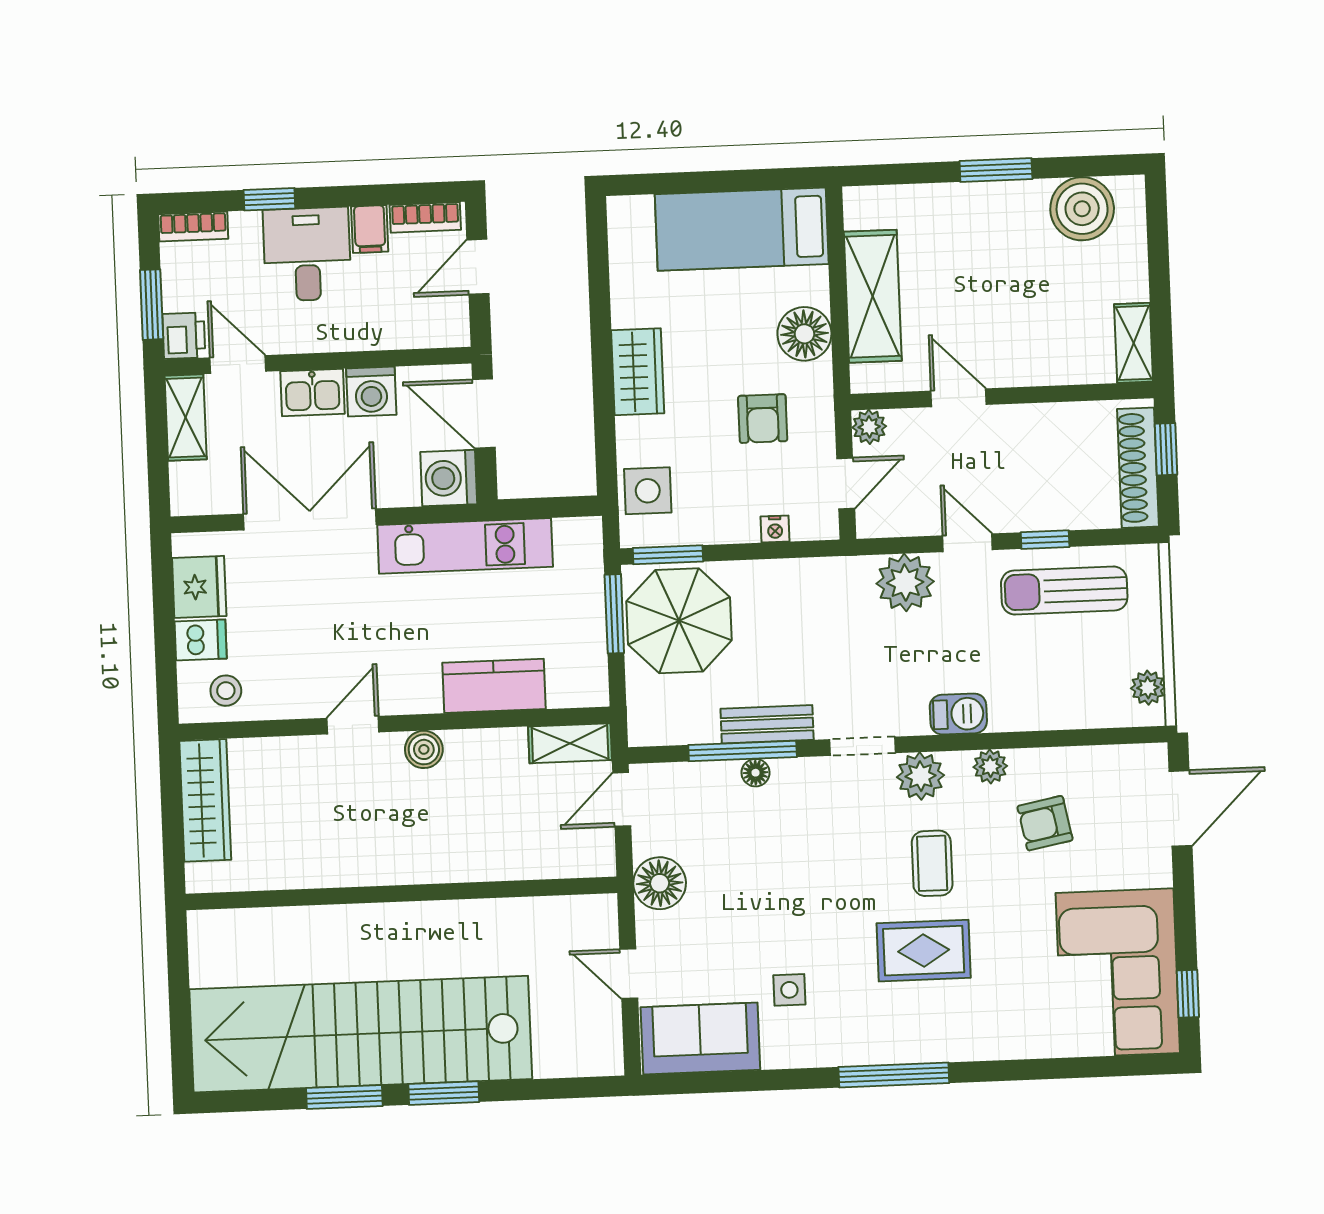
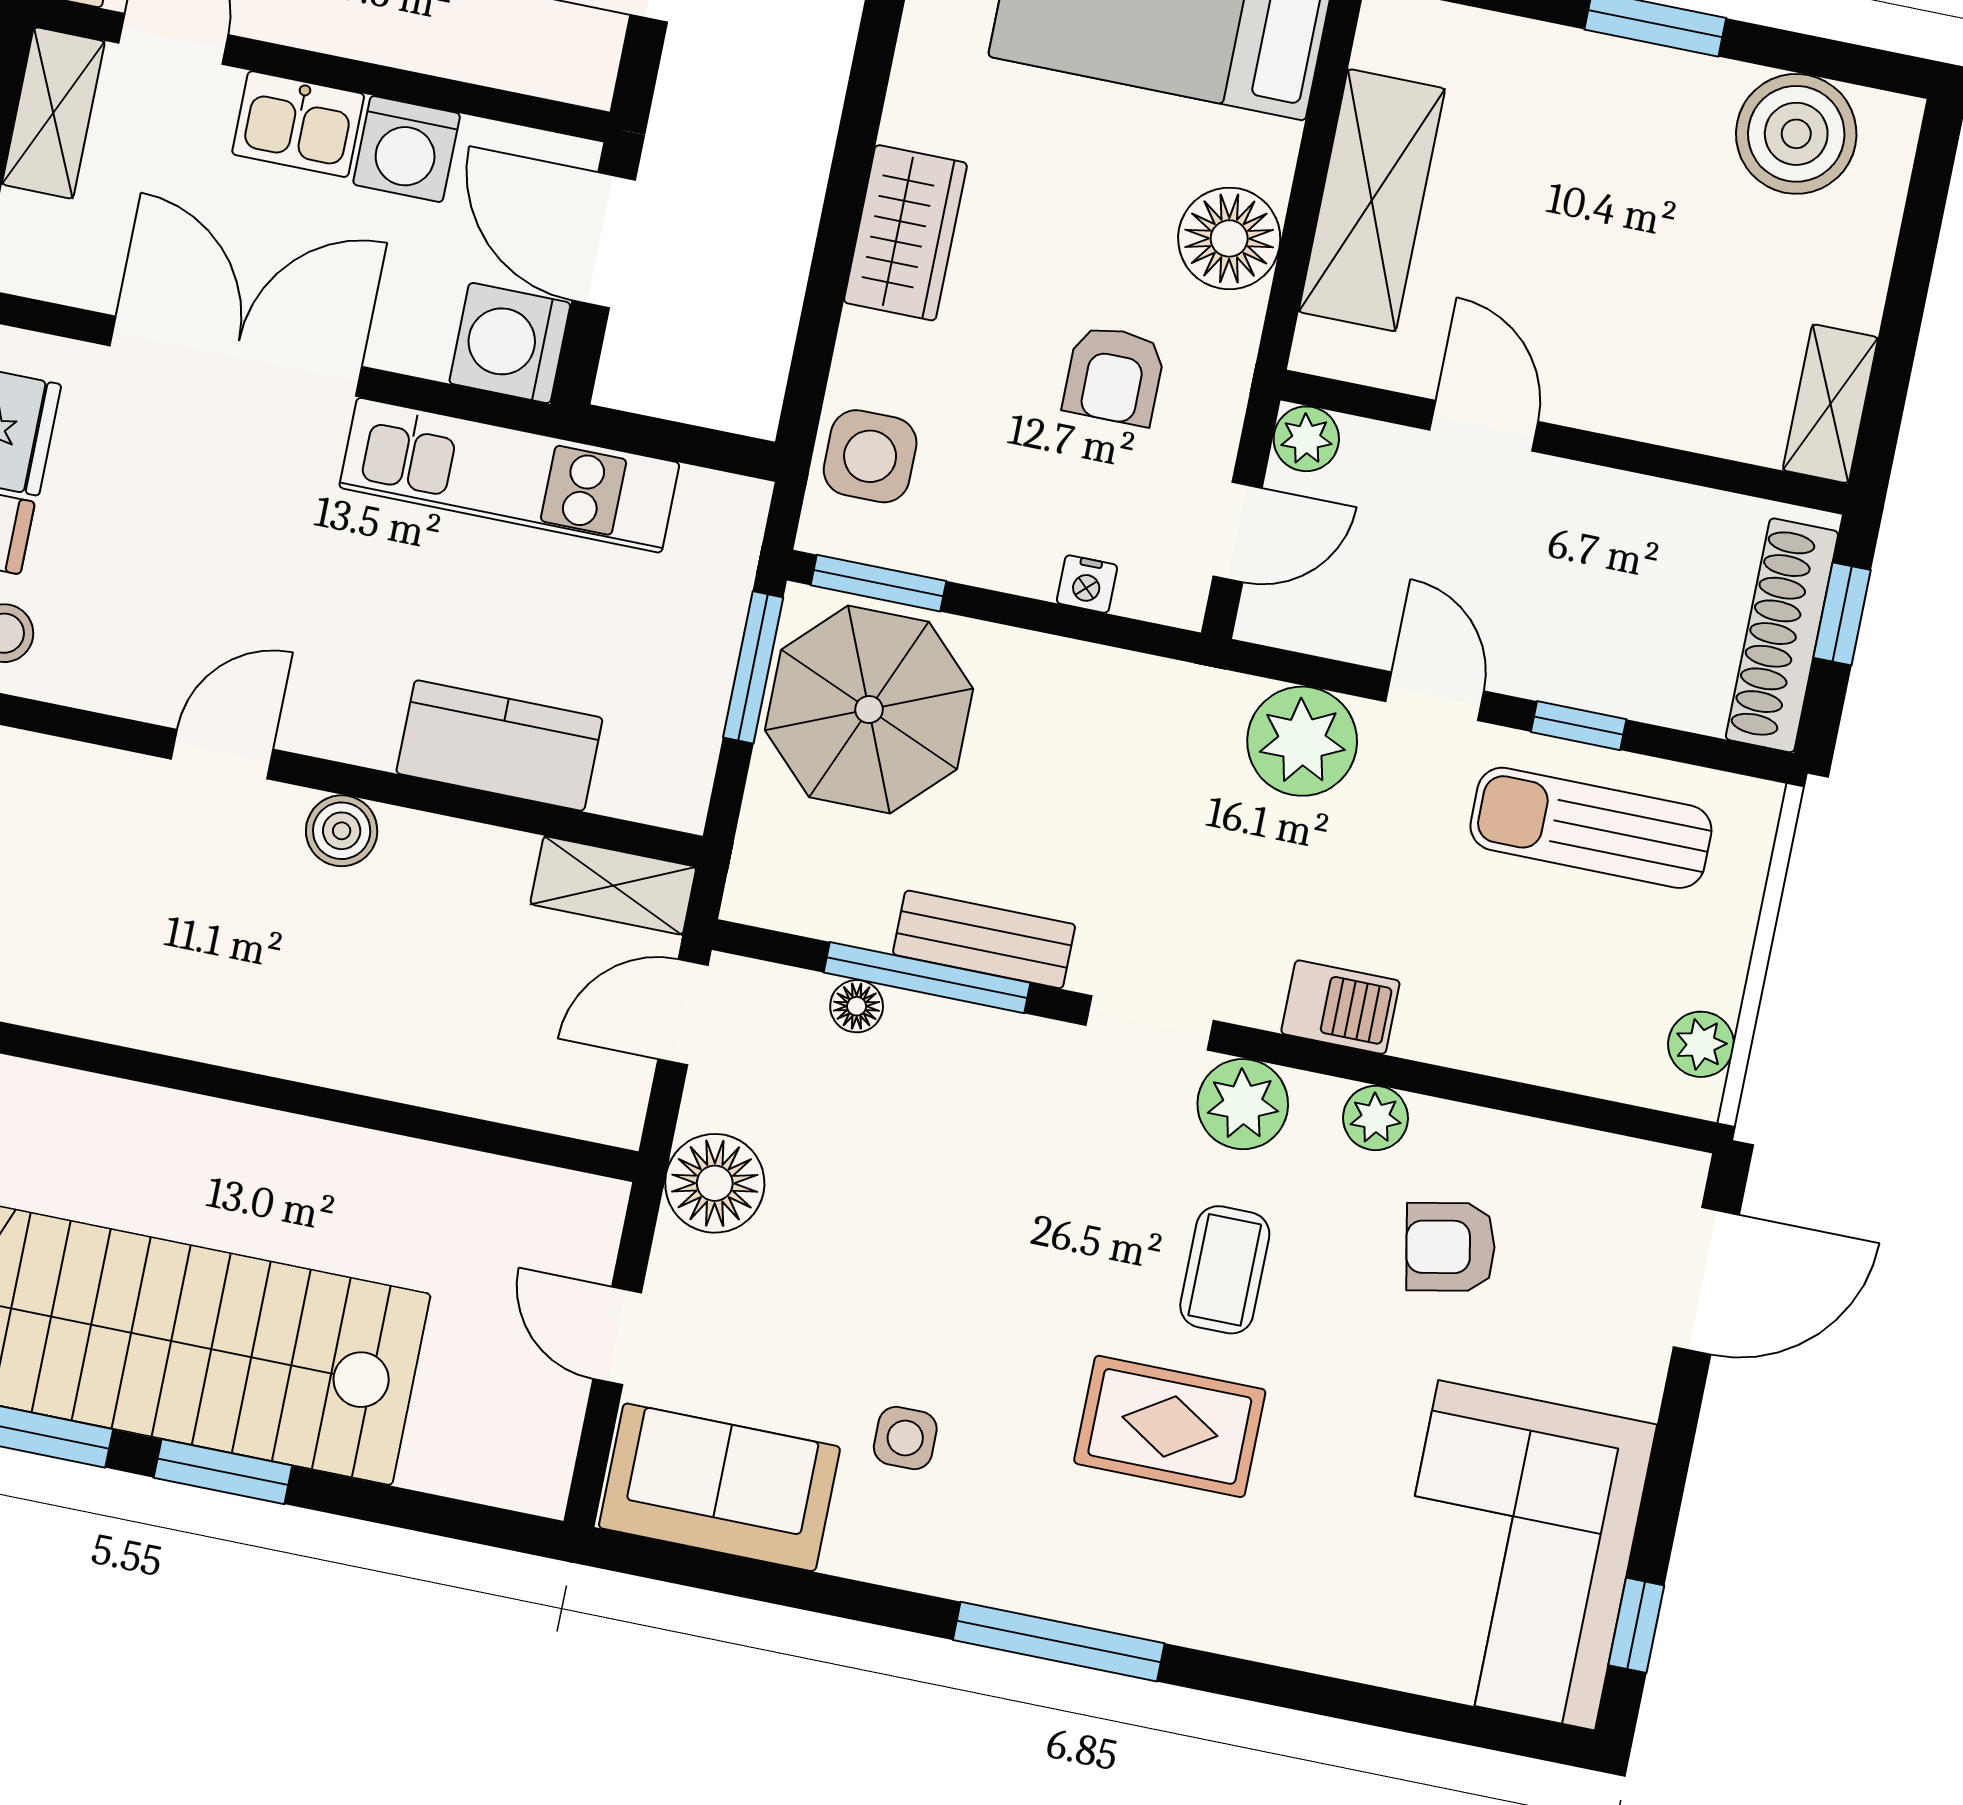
floor lamp: (755, 773) -> (857, 1006), moved

